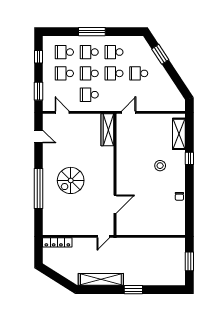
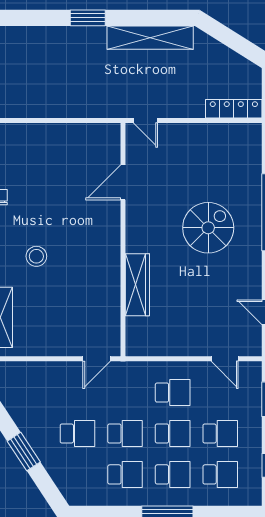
window: (160, 54) -> (24, 452), moved
wardrobe: (107, 130) -> (137, 285), moved
door: (103, 236) -> (145, 120), swing flipped

